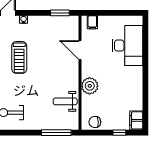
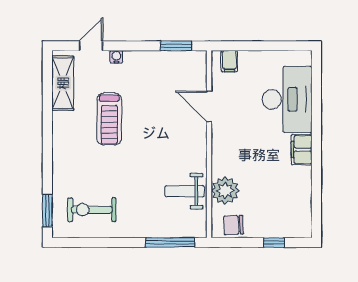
plant: (90, 86) -> (225, 191), moved
filing cabinet: (136, 120) -> (302, 150), moved

